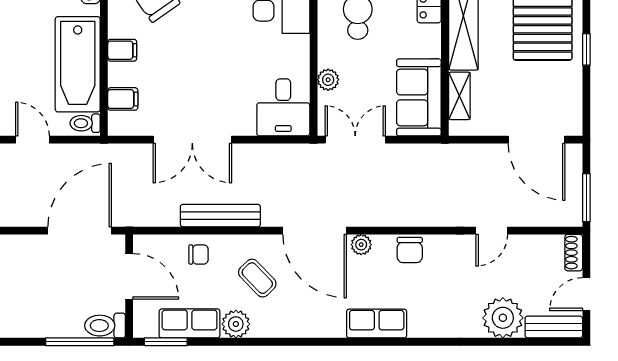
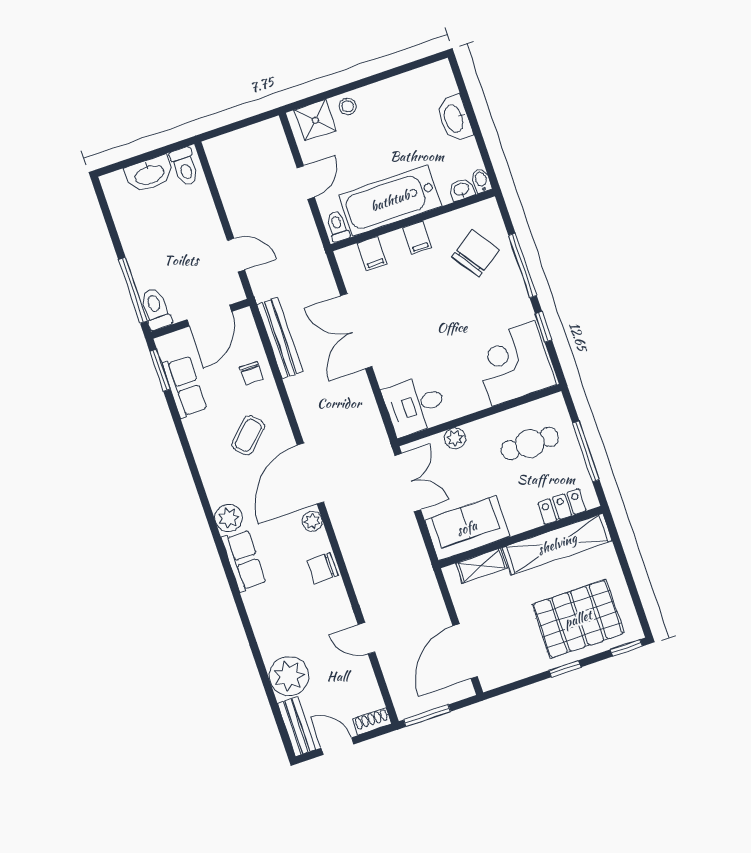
bench: (220, 216) -> (280, 338), moved
door: (80, 231) -> (236, 255), width x0.53
plant: (236, 324) -> (229, 518), moved

